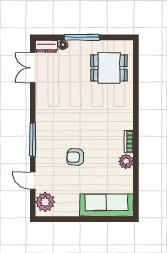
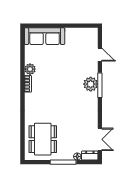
dining table: (109, 68) -> (43, 139), width x1.38
armchair: (75, 157) -> (68, 72), removed
plant: (45, 202) -> (91, 84), moved

